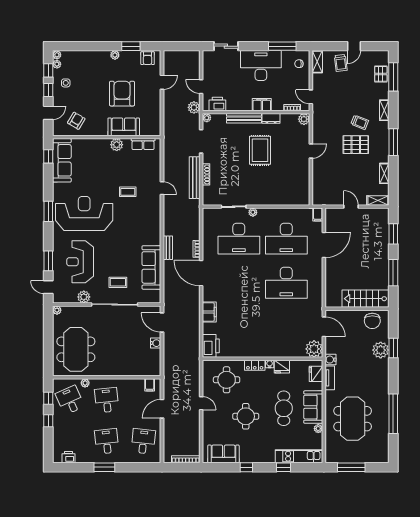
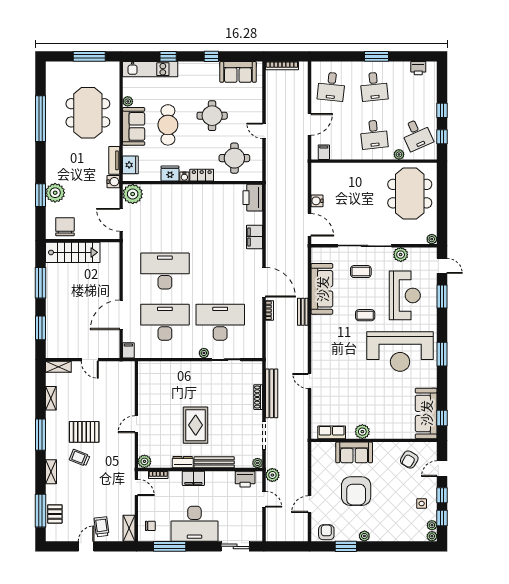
coffee table: (128, 192) -> (365, 315), moved

